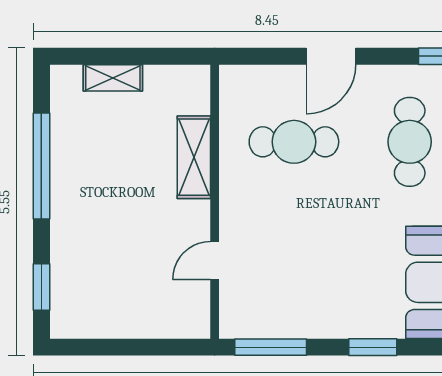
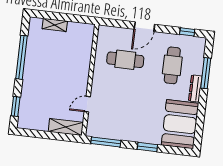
shelving: (194, 157) -> (66, 127), moved, turned 90

